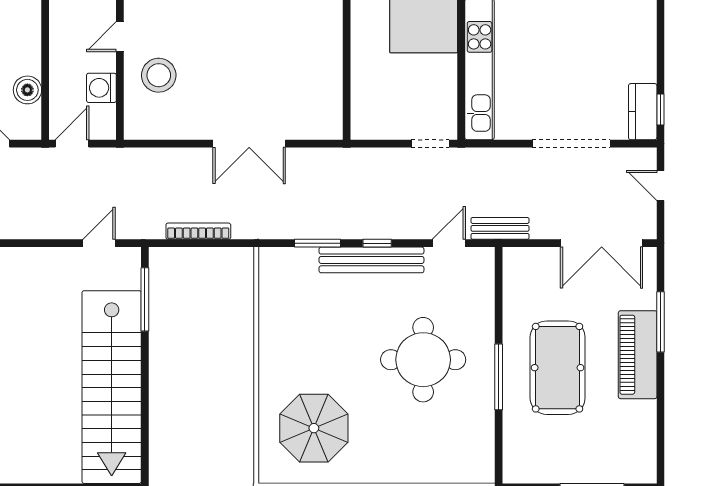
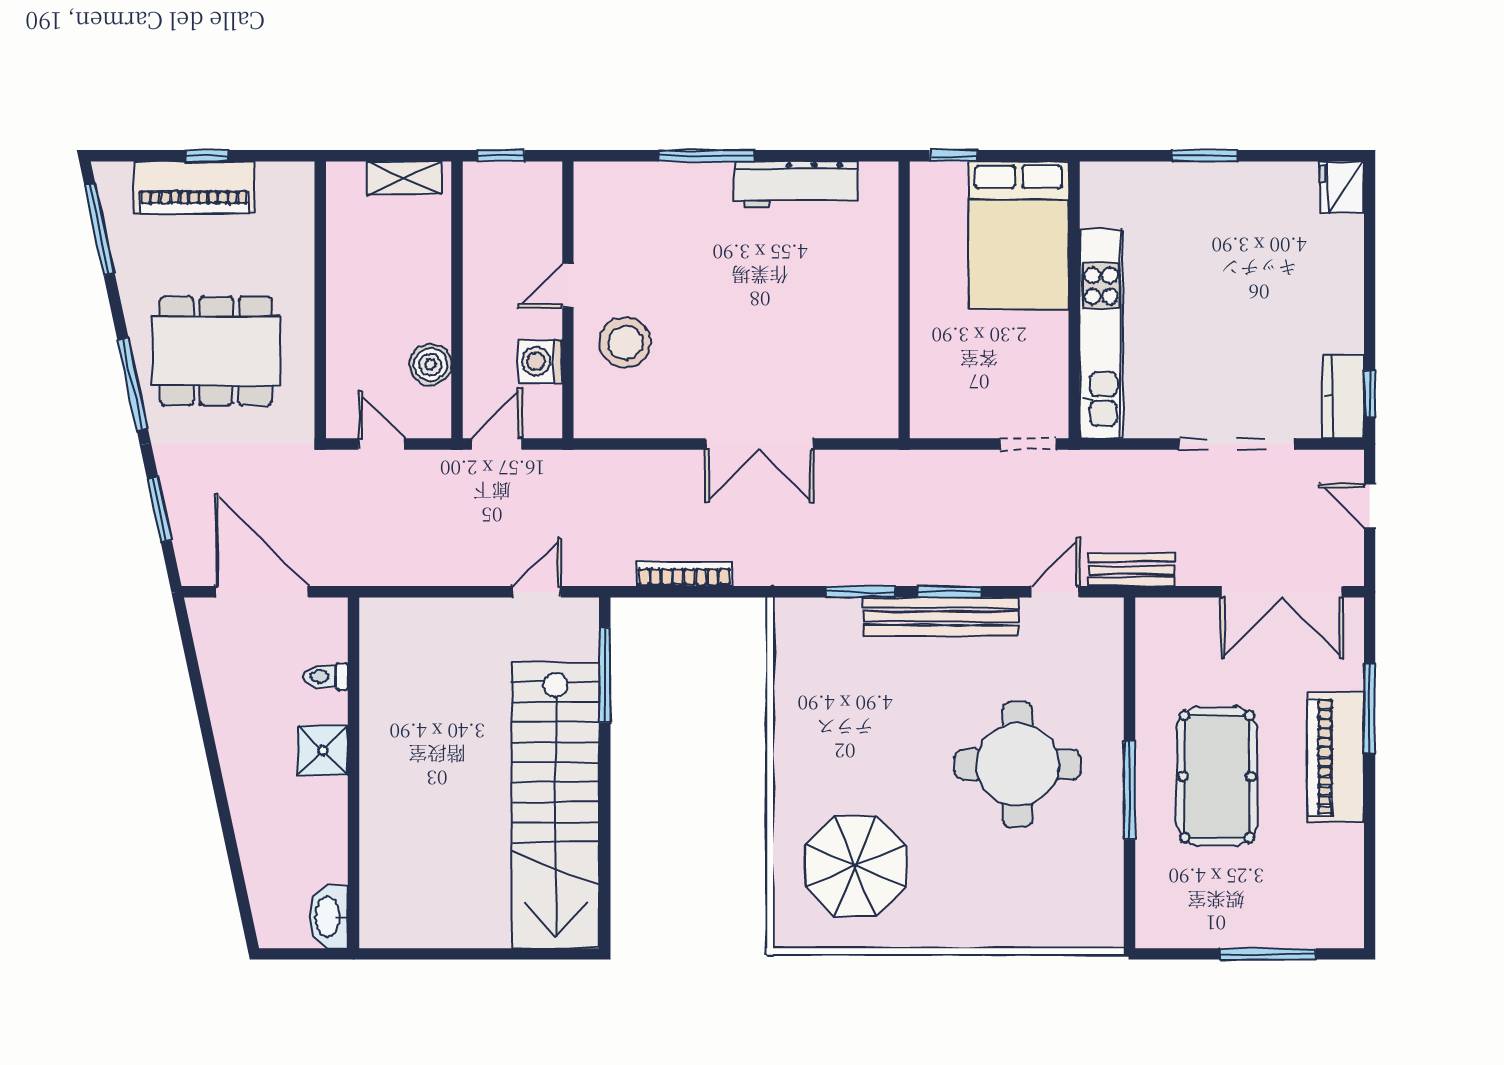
window: (377, 243) -> (949, 592), width x1.50

